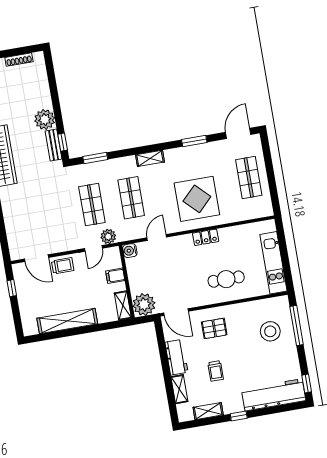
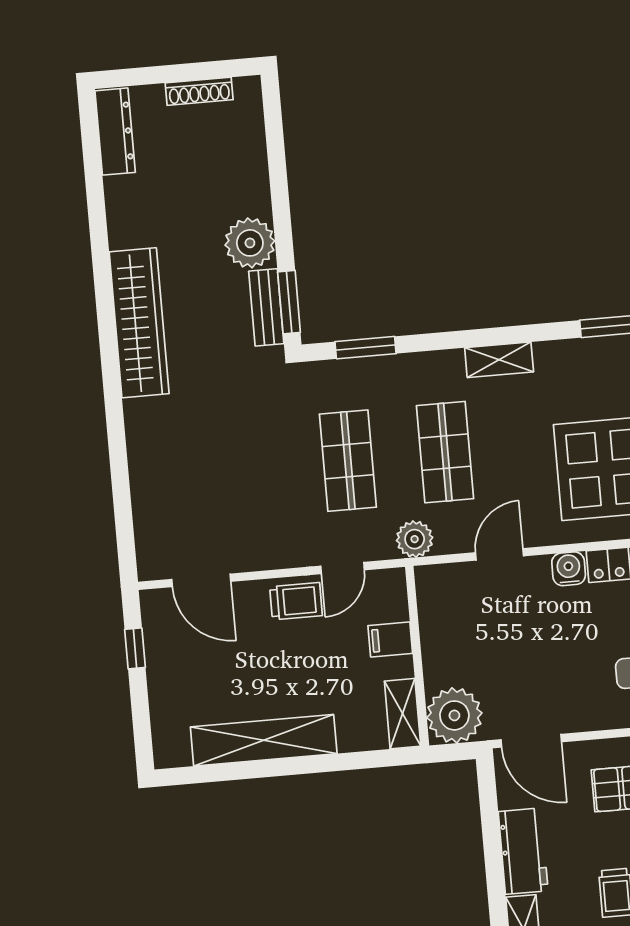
window: (63, 142) -> (289, 302), width x1.50
plant: (108, 236) -> (415, 539), moved
water cooler: (130, 251) -> (569, 569), moved, turned 90
trolley: (63, 266) -> (296, 601), moved

